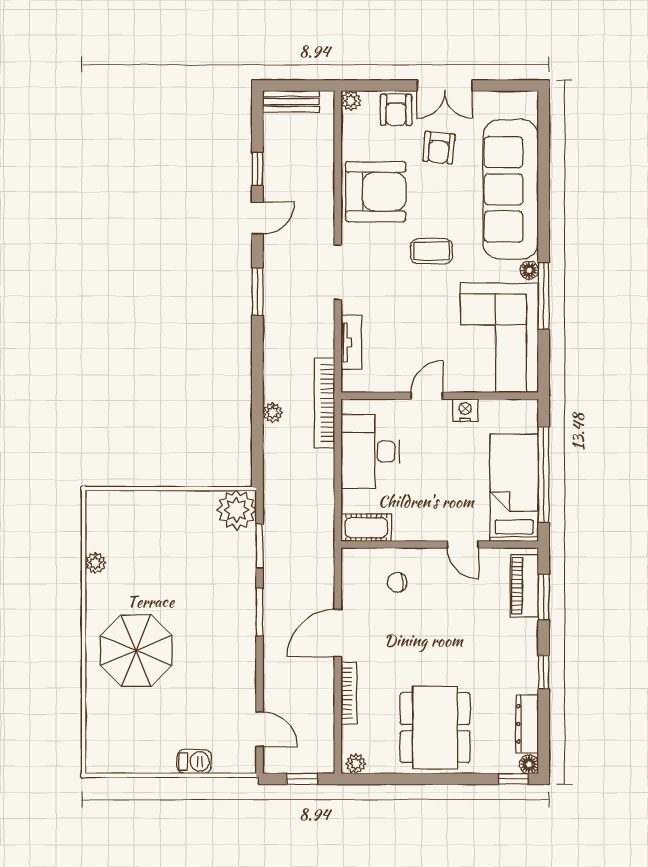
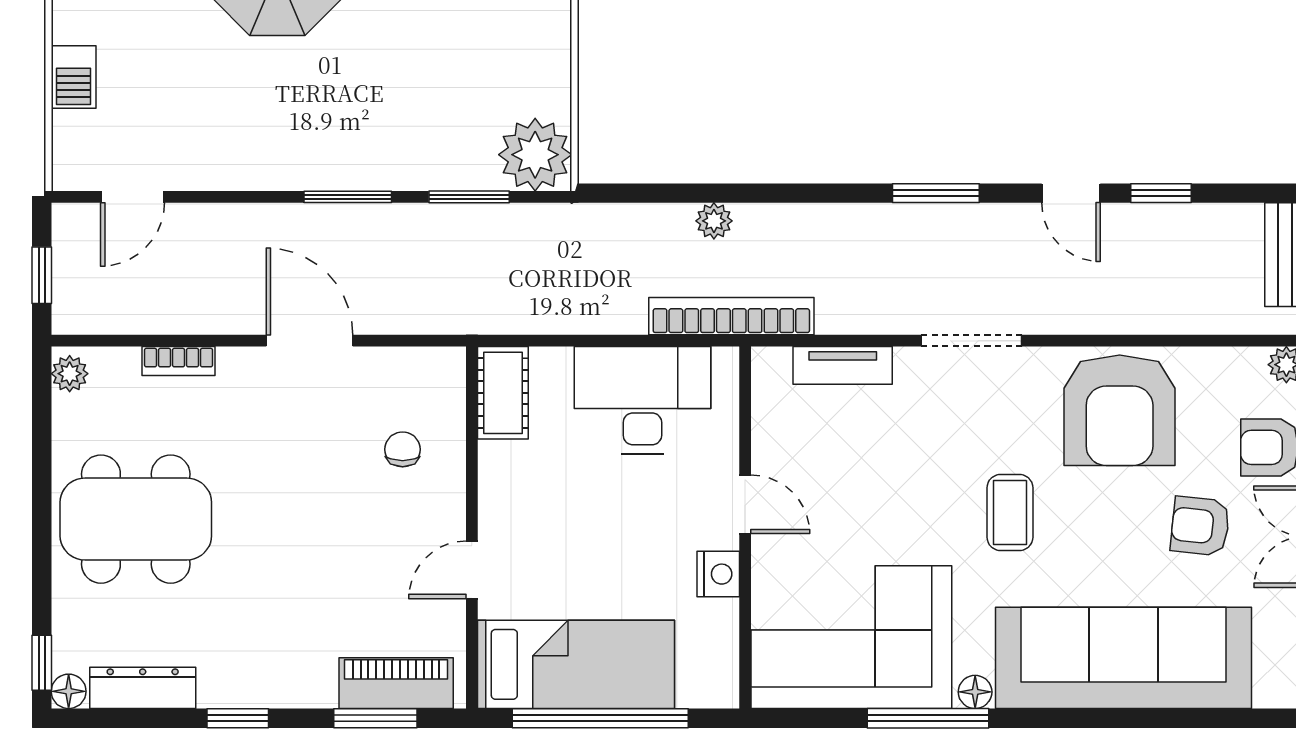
bookcase: (349, 693) -> (179, 361), width x0.64

